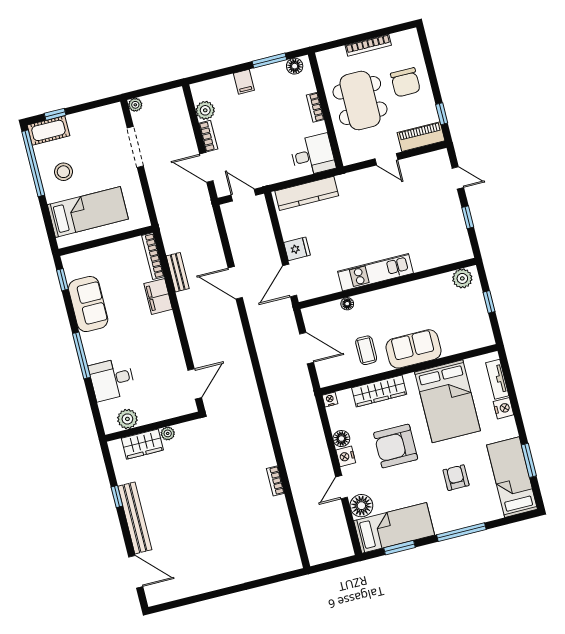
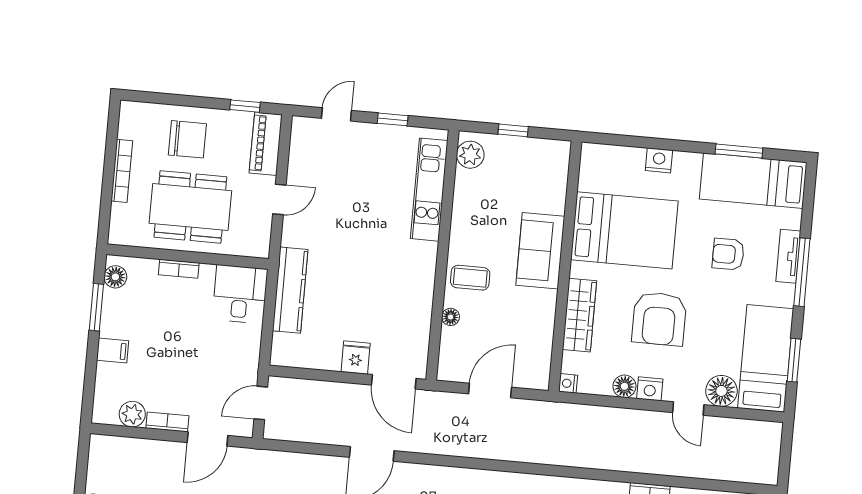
kitchen counter: (307, 193) -> (290, 290), moved
kitchen unit: (375, 272) -> (429, 190), moved
coffee table: (366, 350) -> (470, 278), moved
tv unit: (497, 379) -> (788, 256), moved, turned 90

